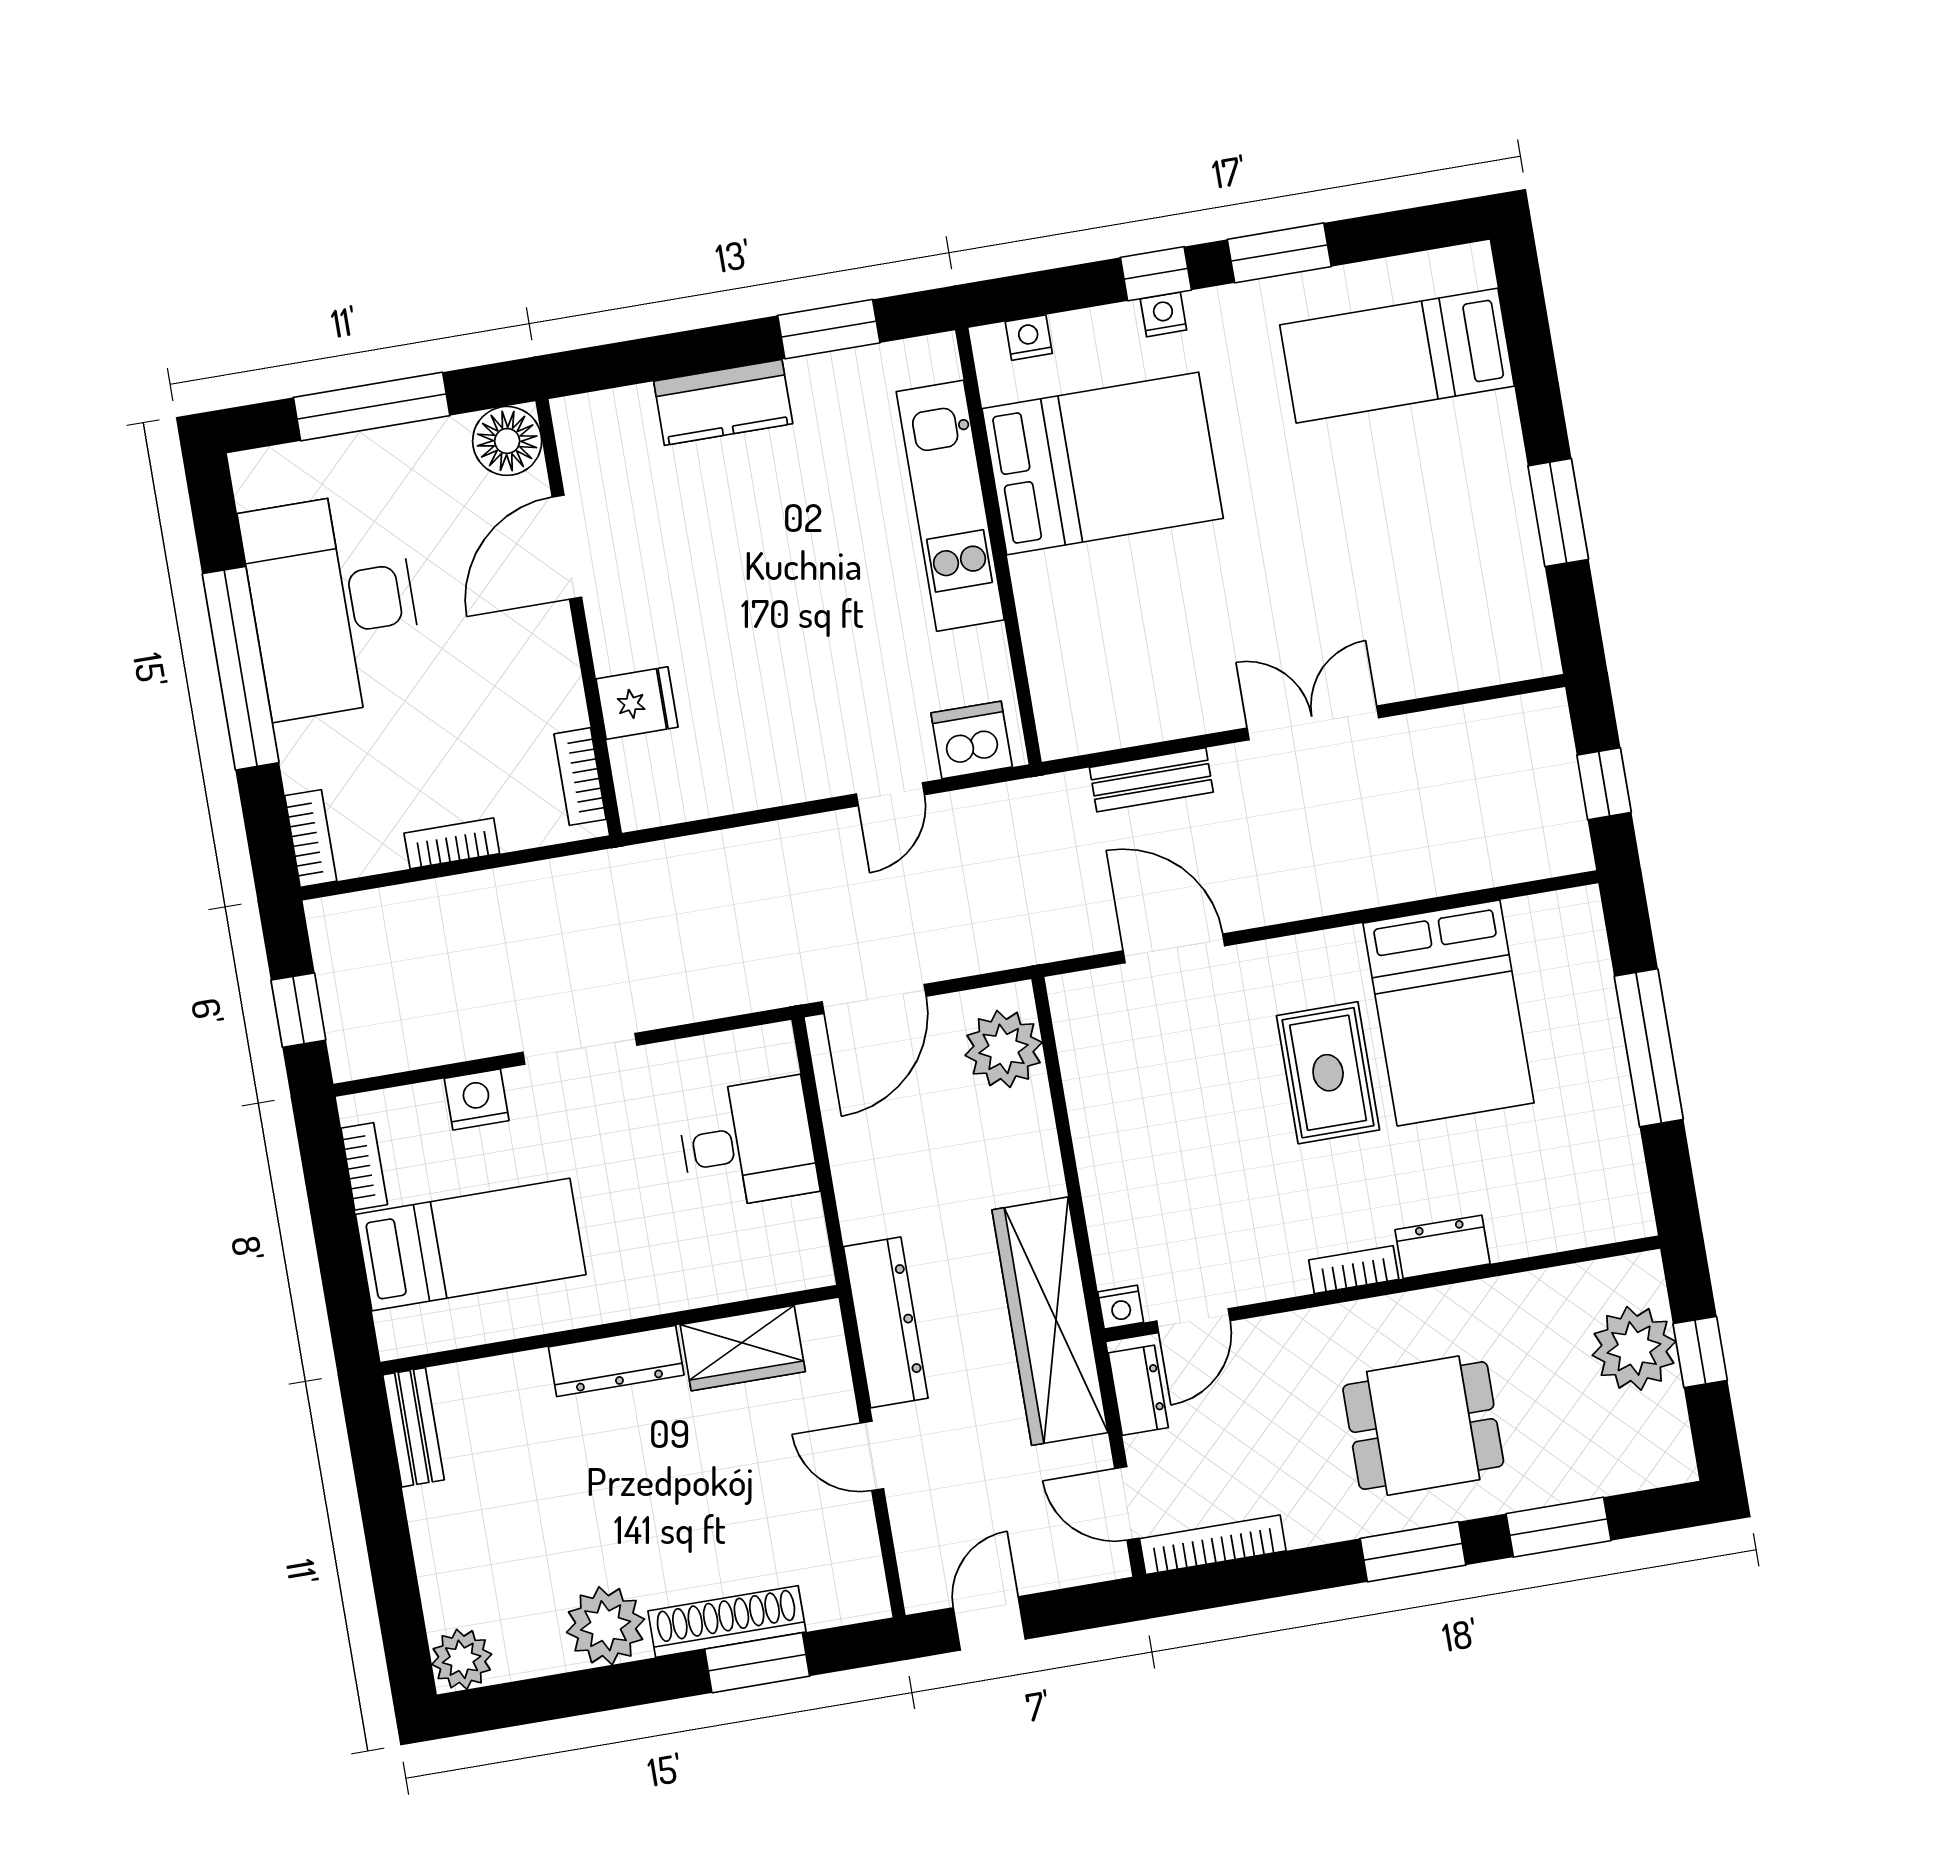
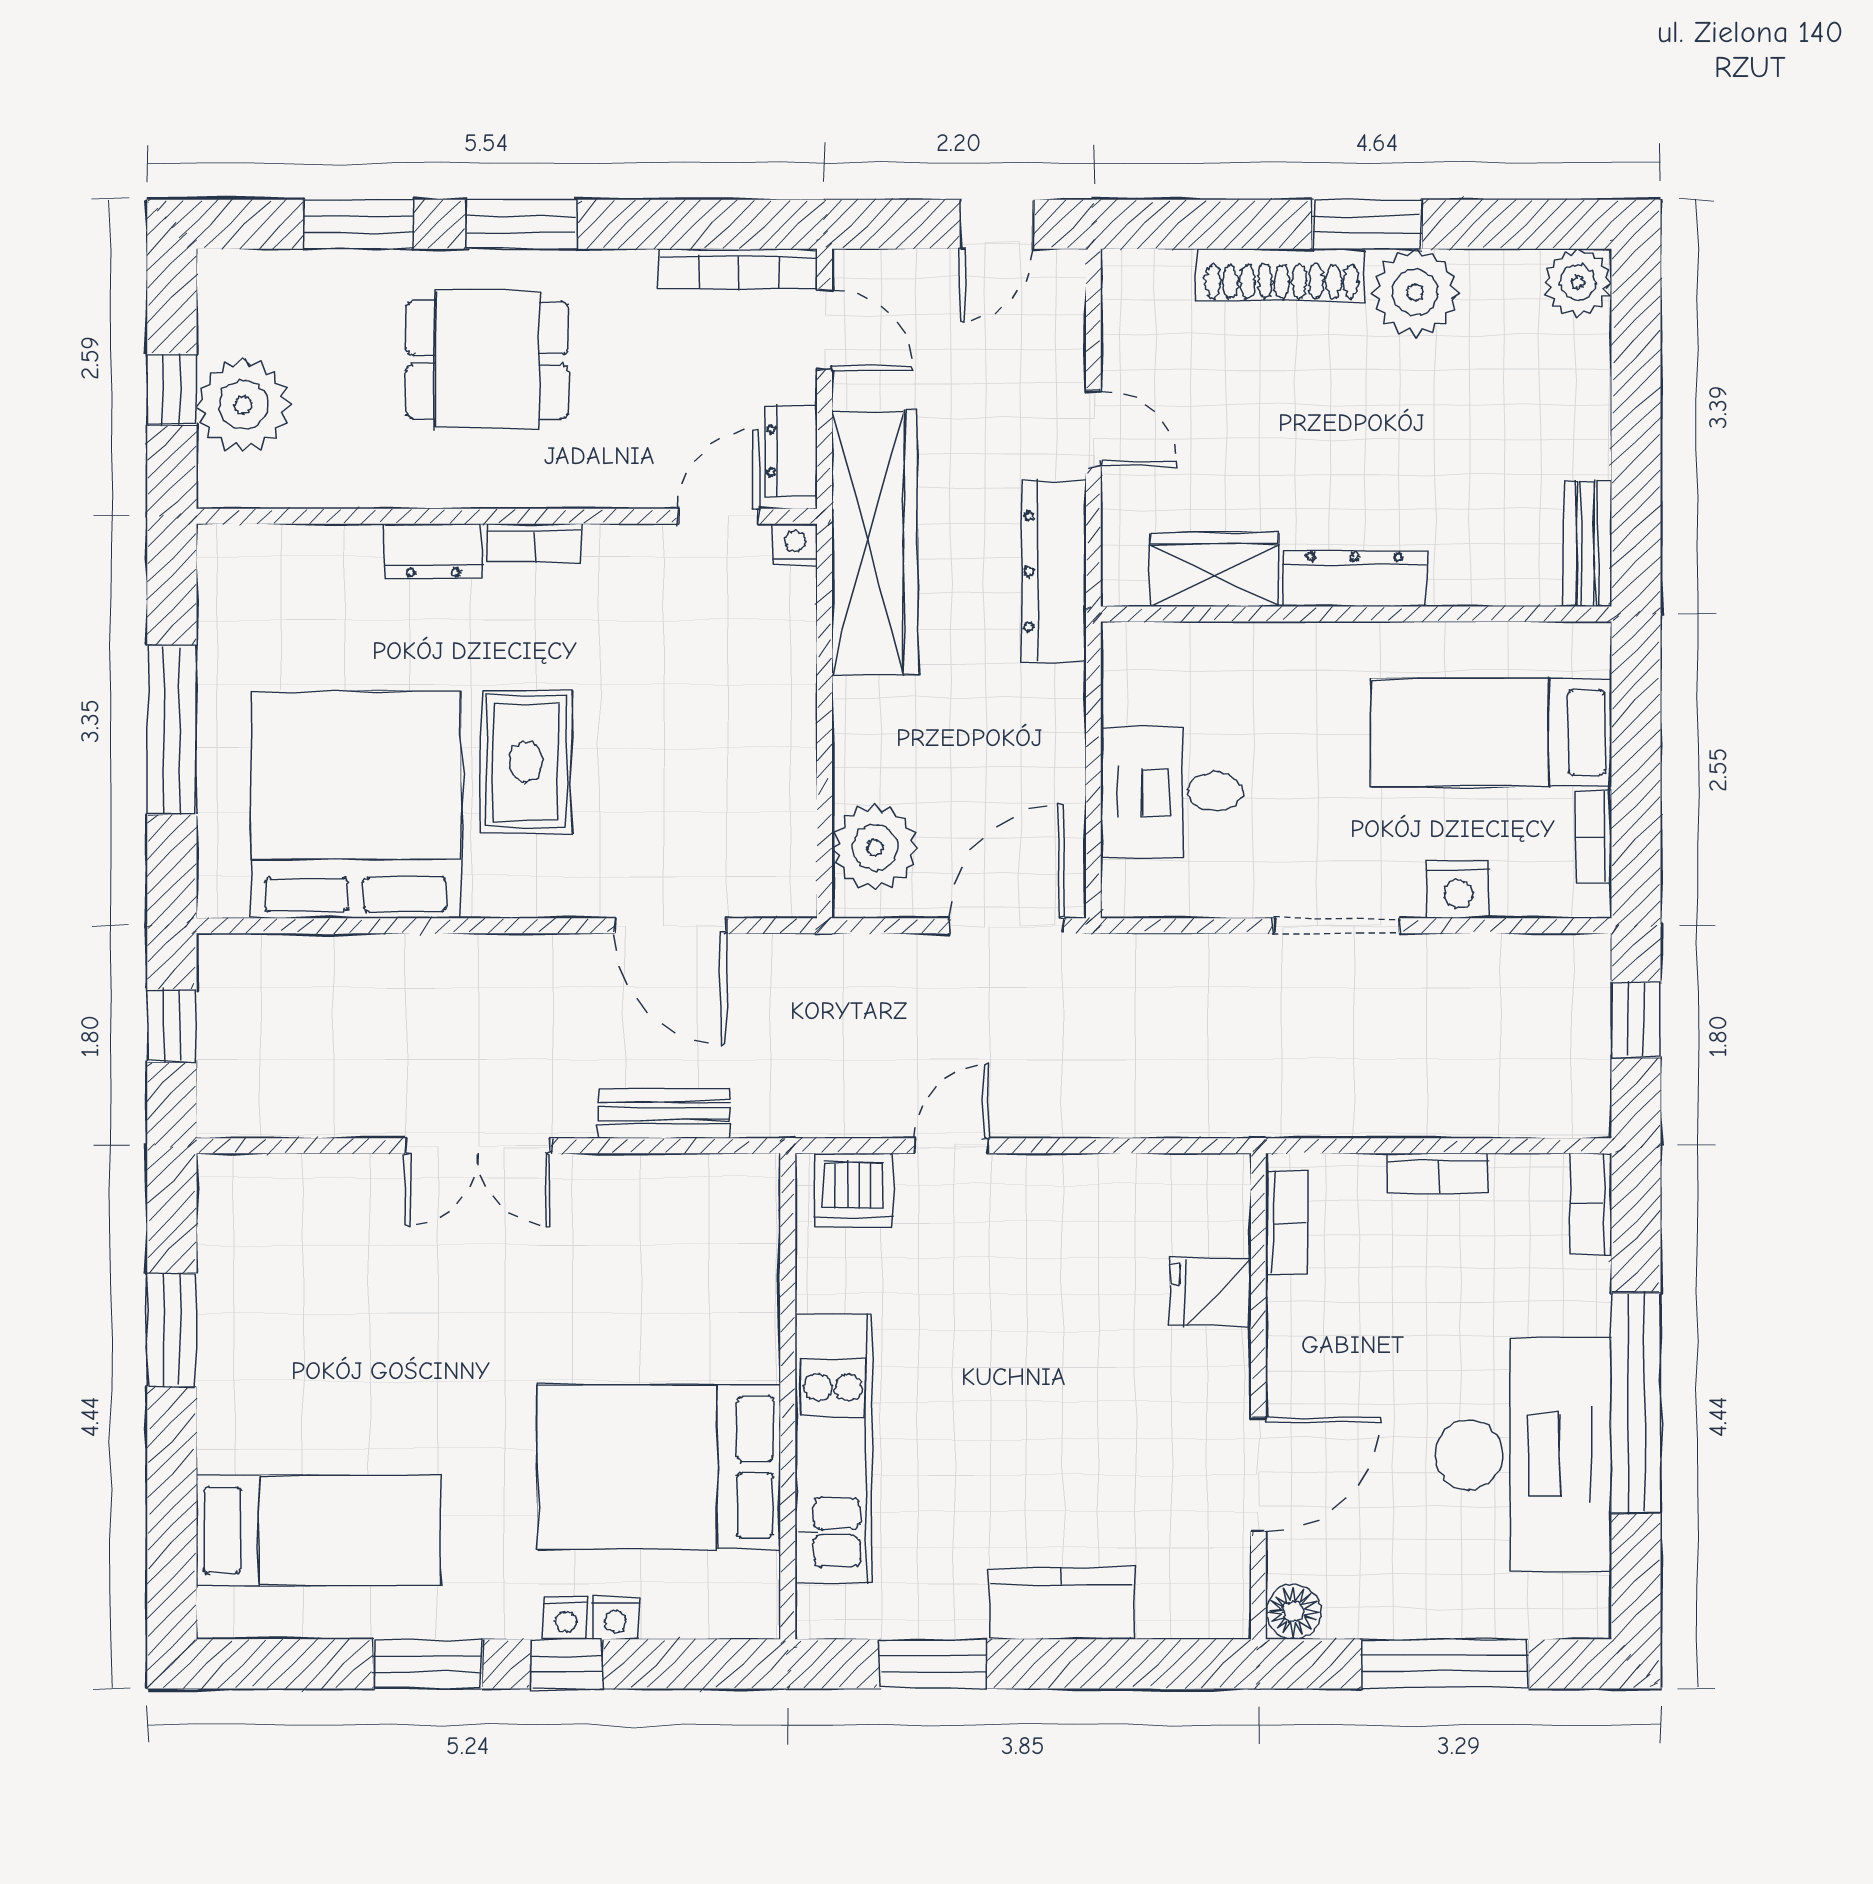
nightstand: (1029, 338) -> (616, 1618), moved
floor lamp: (507, 441) -> (1293, 1612), width x0.73, depth x0.73
bed: (1449, 1013) -> (356, 805), width x1.36
window: (757, 1663) -> (1367, 224), moved

